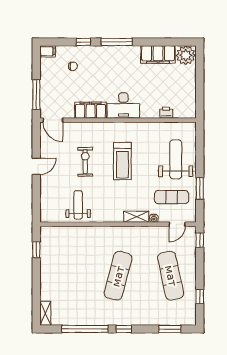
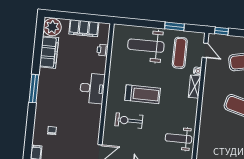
window: (83, 42) -> (31, 119), removed
filing cabinet: (91, 110) -> (84, 28), moved, turned -90
exercise bike: (85, 162) -> (129, 121), moved

